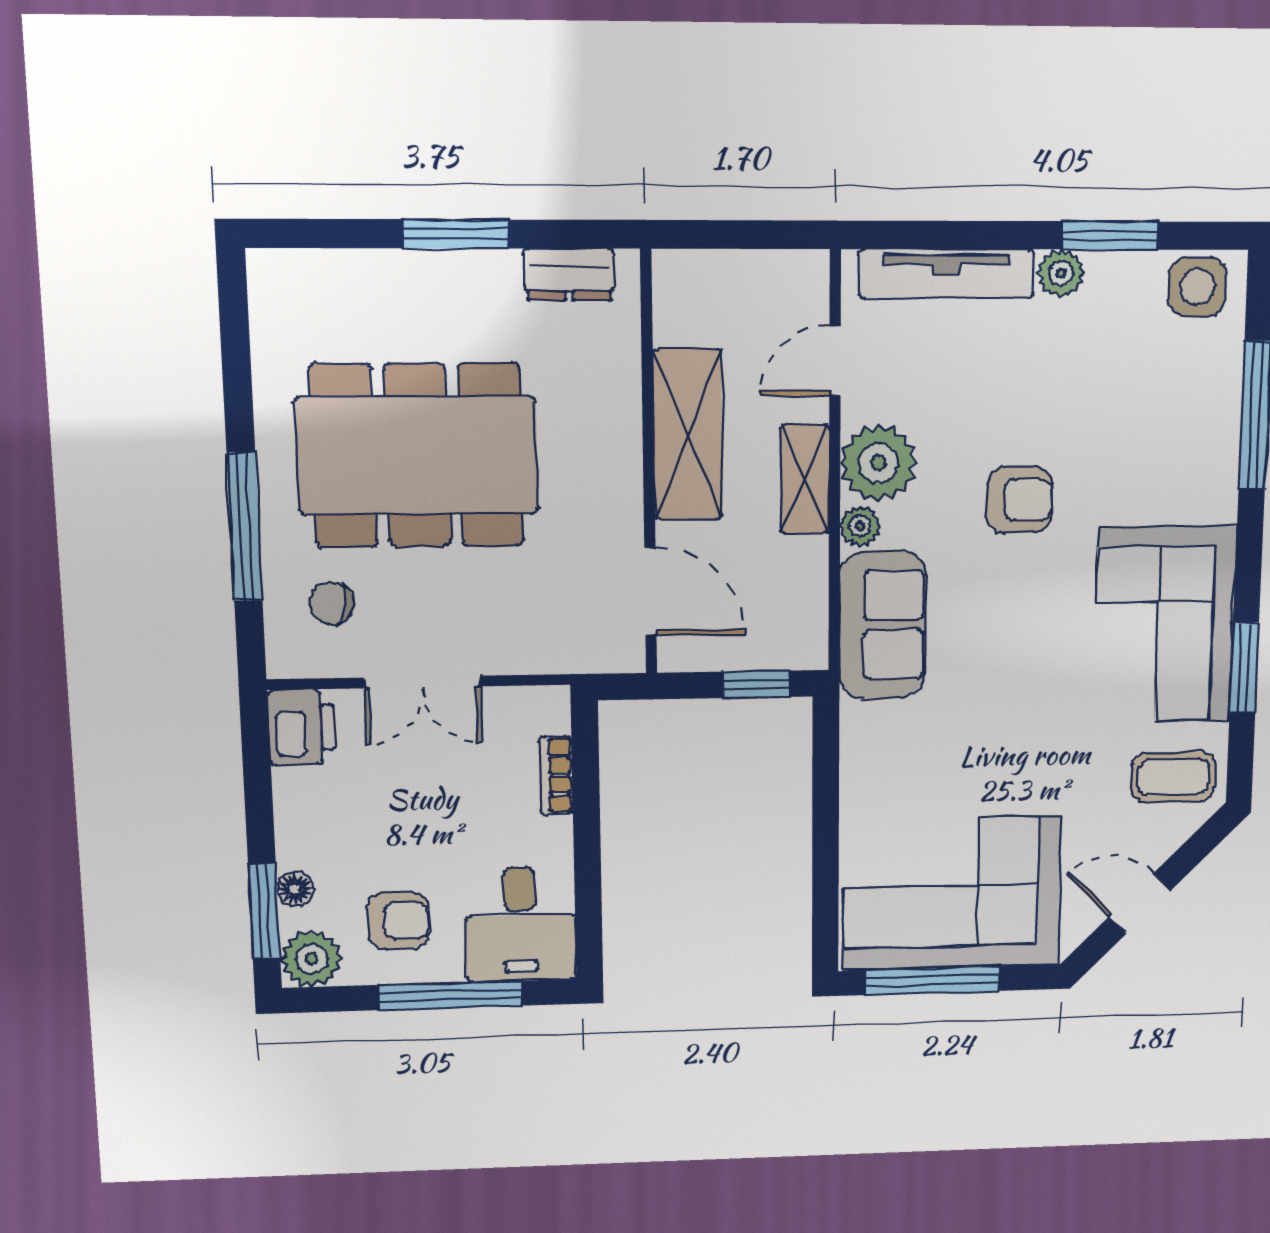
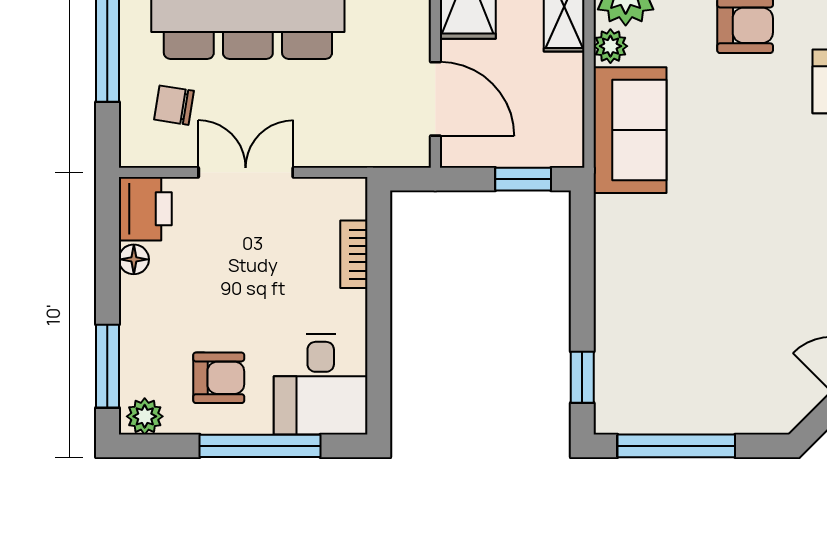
double door: (423, 682) -> (246, 172), swing flipped
floor lamp: (295, 889) -> (134, 259), moved
corner sofa: (952, 893) -> (692, 367), removed
window: (825, 908) -> (582, 377), added
plant: (312, 959) -> (145, 416), width x0.73, depth x0.73

